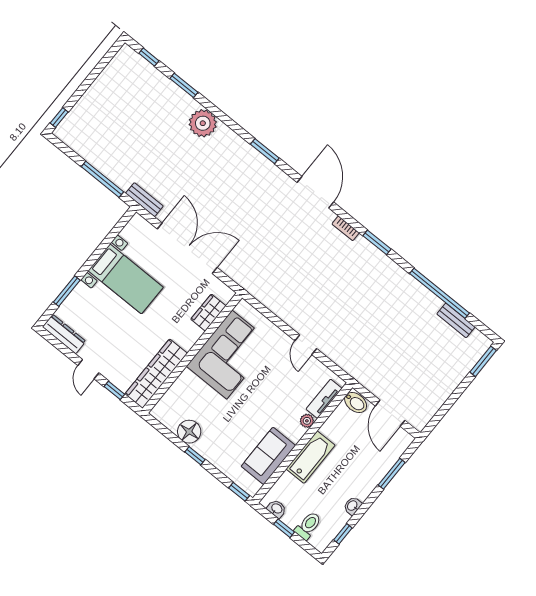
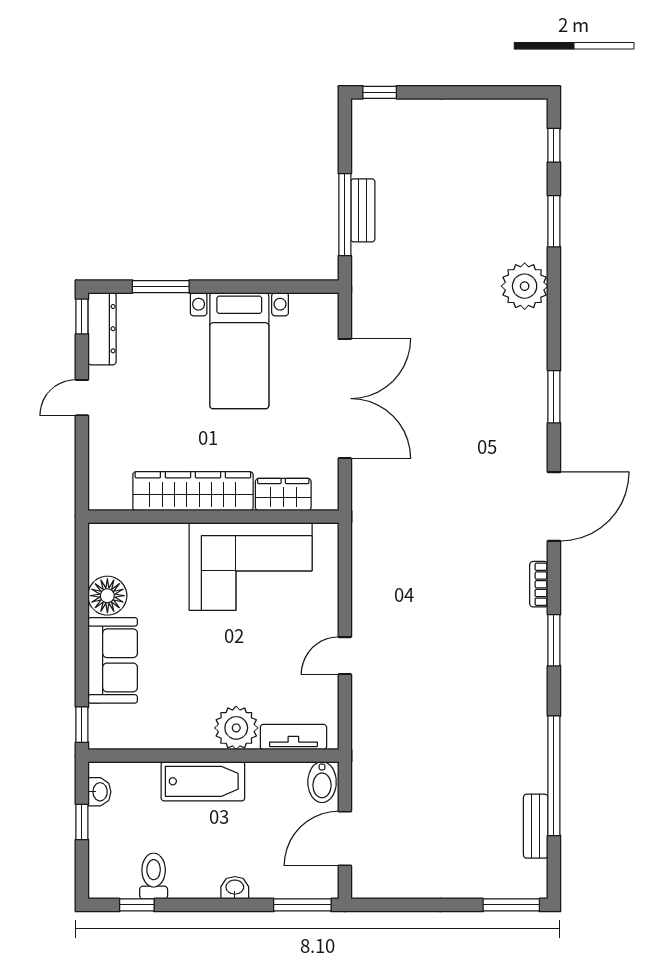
bench: (144, 200) -> (363, 210), moved
wardrobe: (156, 374) -> (193, 491), moved
window: (114, 390) -> (82, 316), moved
plant: (307, 421) -> (236, 728), width x1.87, depth x1.87
window: (195, 456) -> (82, 629), removed
sofa: (268, 456) -> (113, 660), moved, turned 90
window: (392, 474) -> (302, 905), moved
washbasin: (352, 506) -> (235, 888), moved
toilet: (308, 526) -> (154, 876), moved, turned -90

